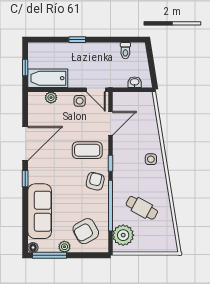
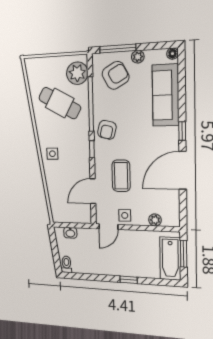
toilet: (125, 51) -> (66, 264), moved
window: (25, 67) -> (184, 254), width x1.50
bathtub: (48, 78) -> (170, 258), moved, turned 90
door: (96, 90) -> (108, 227), swing flipped
coffee table: (87, 150) -> (121, 176), moved, turned 90
cafe table: (142, 208) -> (60, 103), width x1.37, depth x1.35
window: (49, 255) -> (118, 49), moved

